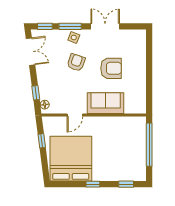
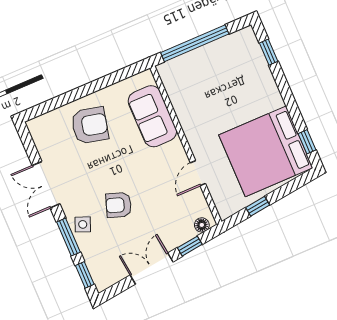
double door: (30, 52) -> (152, 268), moved
armchair: (111, 68) -> (90, 125), moved, turned 103
sofa: (106, 103) -> (152, 116), moved
door: (75, 115) -> (198, 173), swing flipped
window: (93, 184) -> (307, 142), moved

